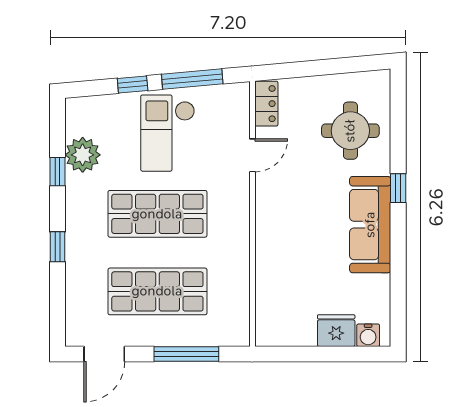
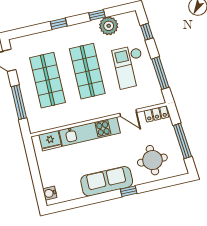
window: (328, 67) -> (182, 141), added
window: (133, 84) -> (147, 32), moved
checkout: (168, 133) -> (130, 67), turned -90
kitchen unit: (271, 235) -> (90, 132), added
fridge: (336, 331) -> (50, 141), moved, turned 90

